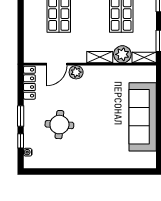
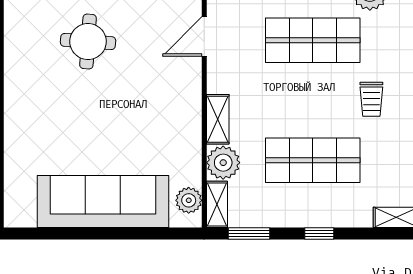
door: (57, 64) -> (204, 36), hinge flipped
plant: (76, 72) -> (189, 200), moved

